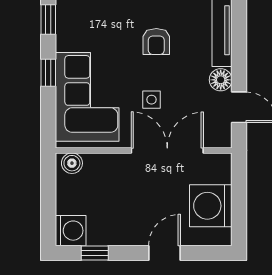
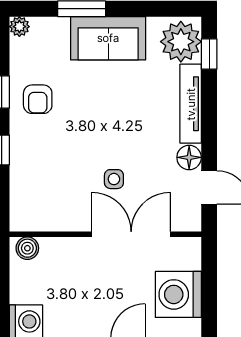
armchair: (156, 42) -> (38, 99), moved
corner sofa: (87, 97) -> (44, 176), removed

